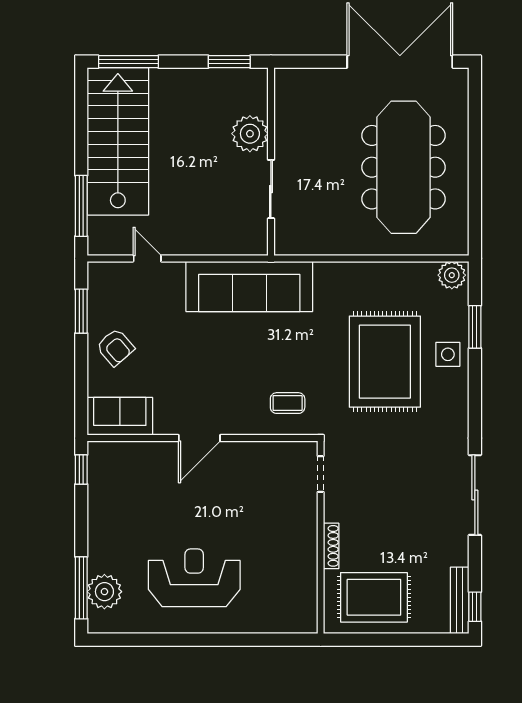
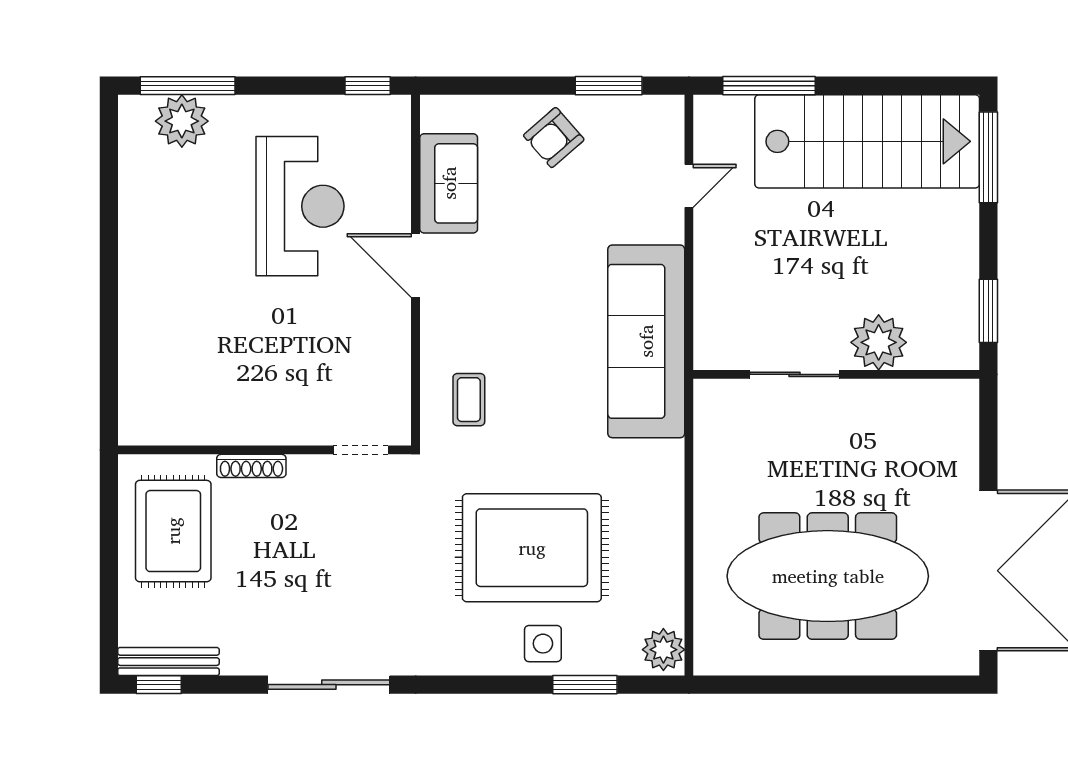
sofa: (120, 416) -> (449, 183), moved
reception desk: (194, 578) -> (300, 206), moved

